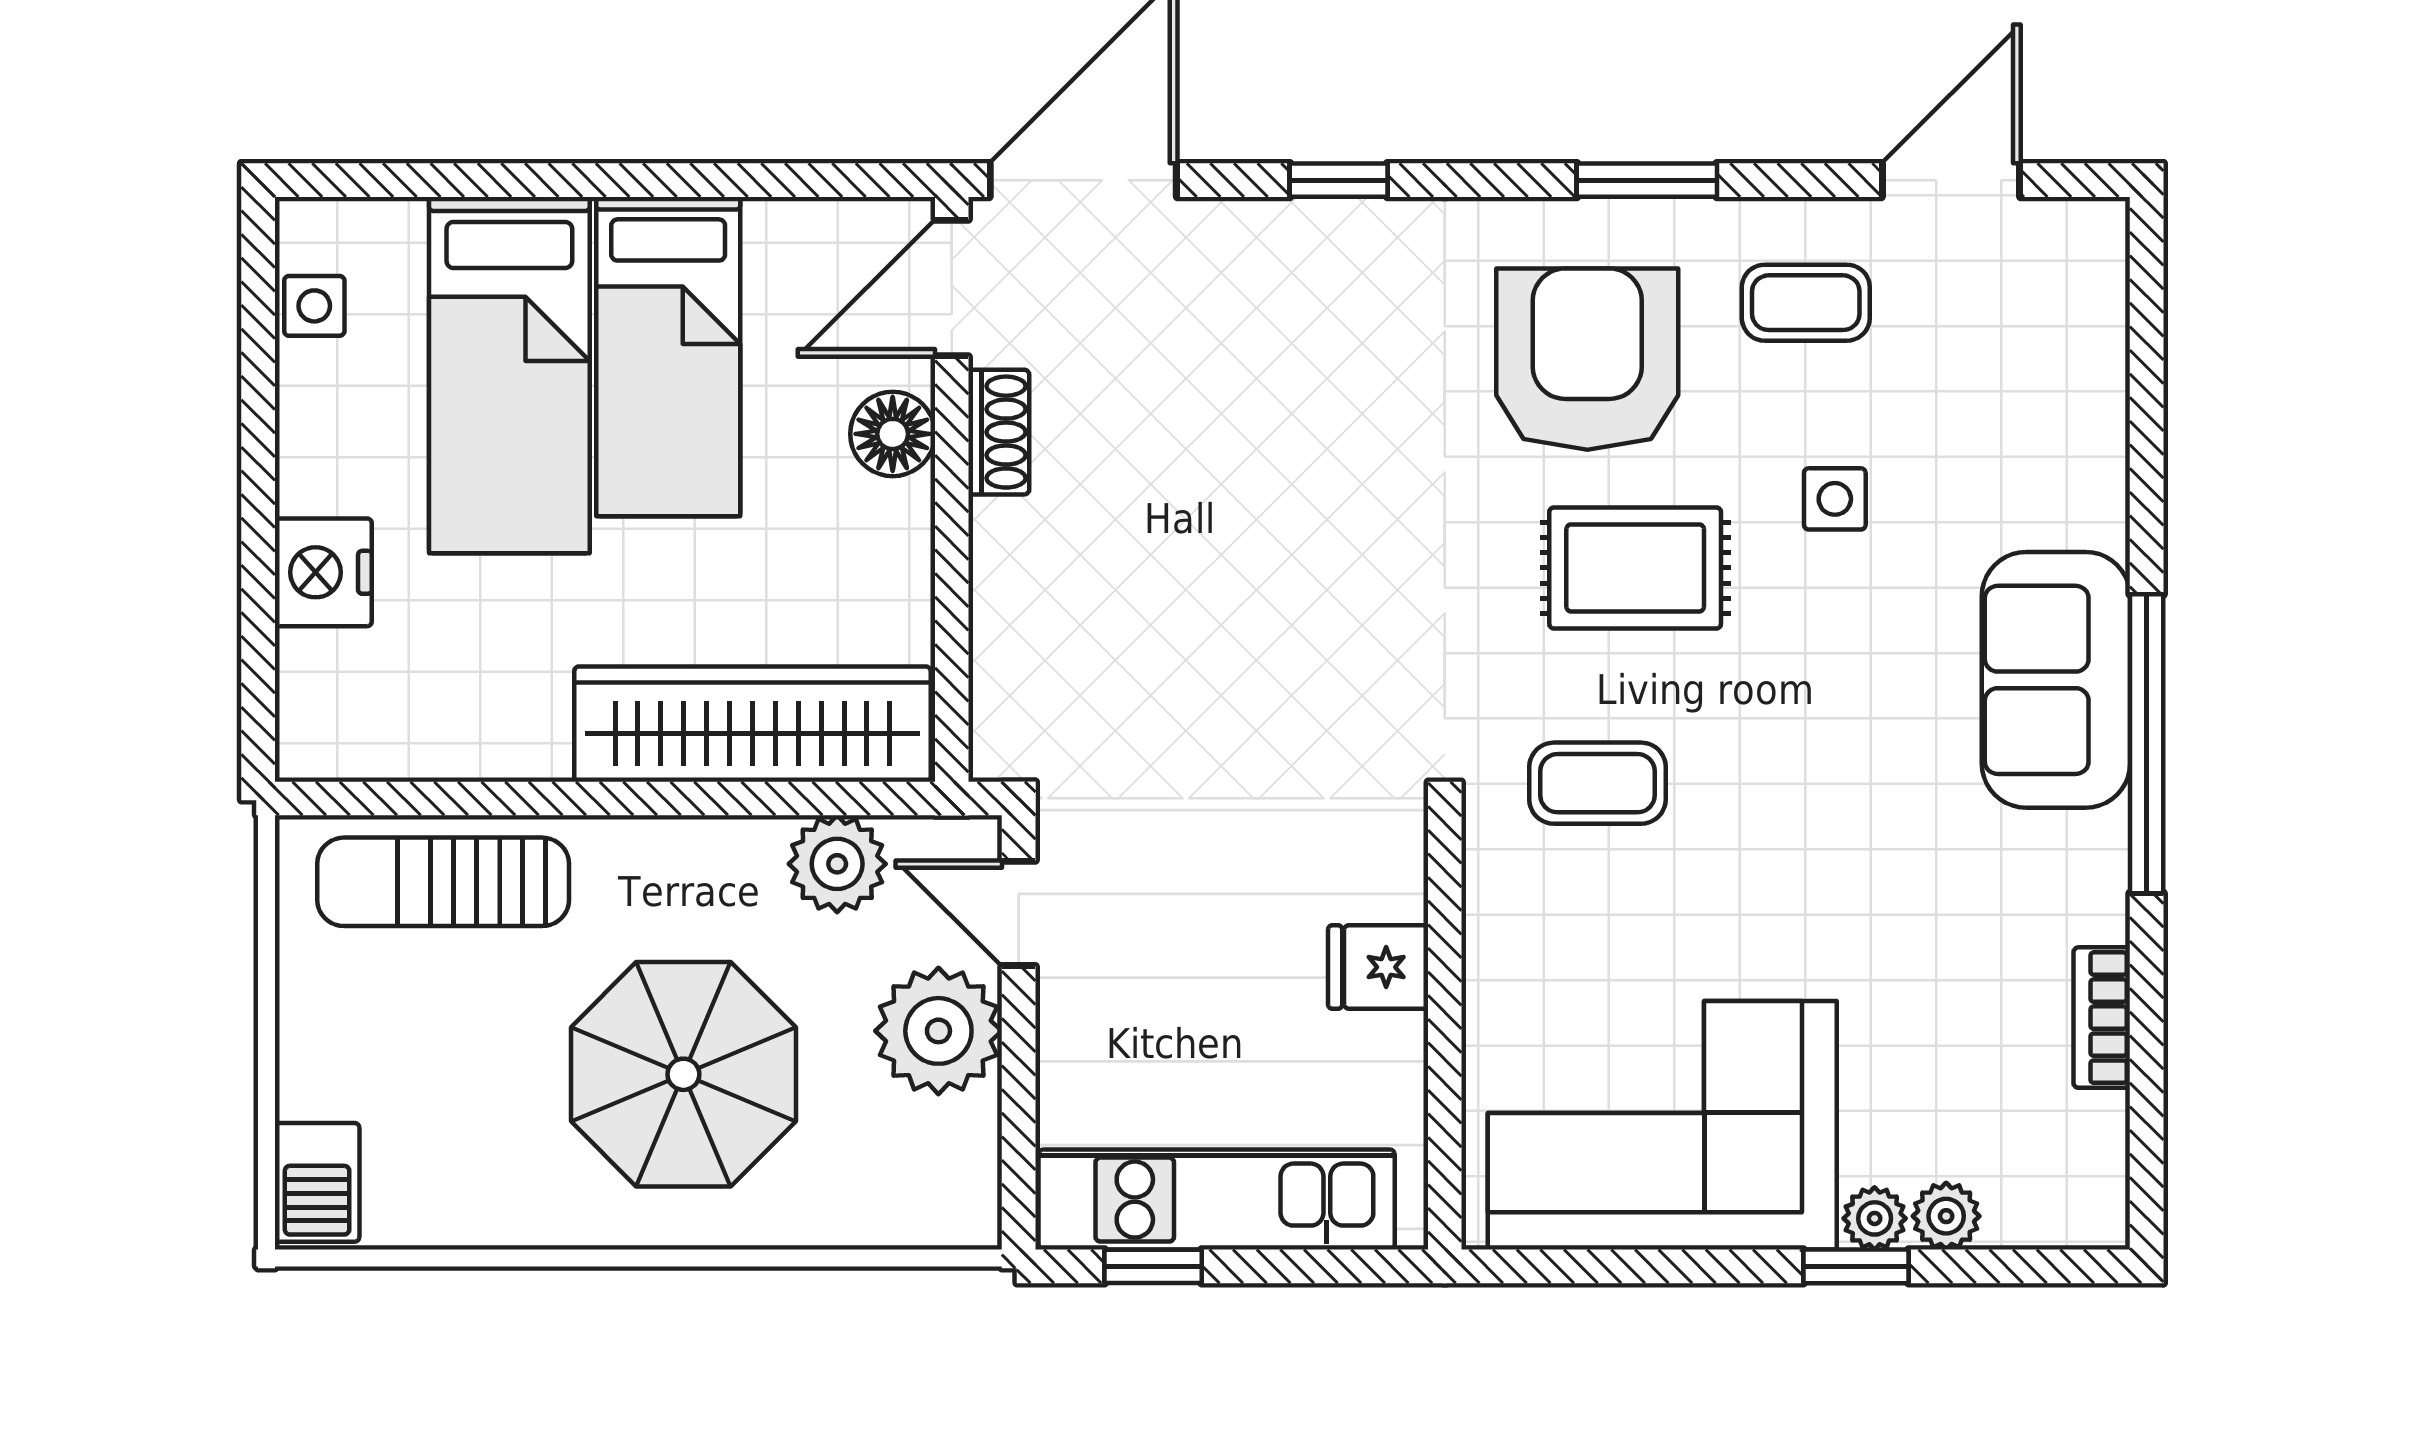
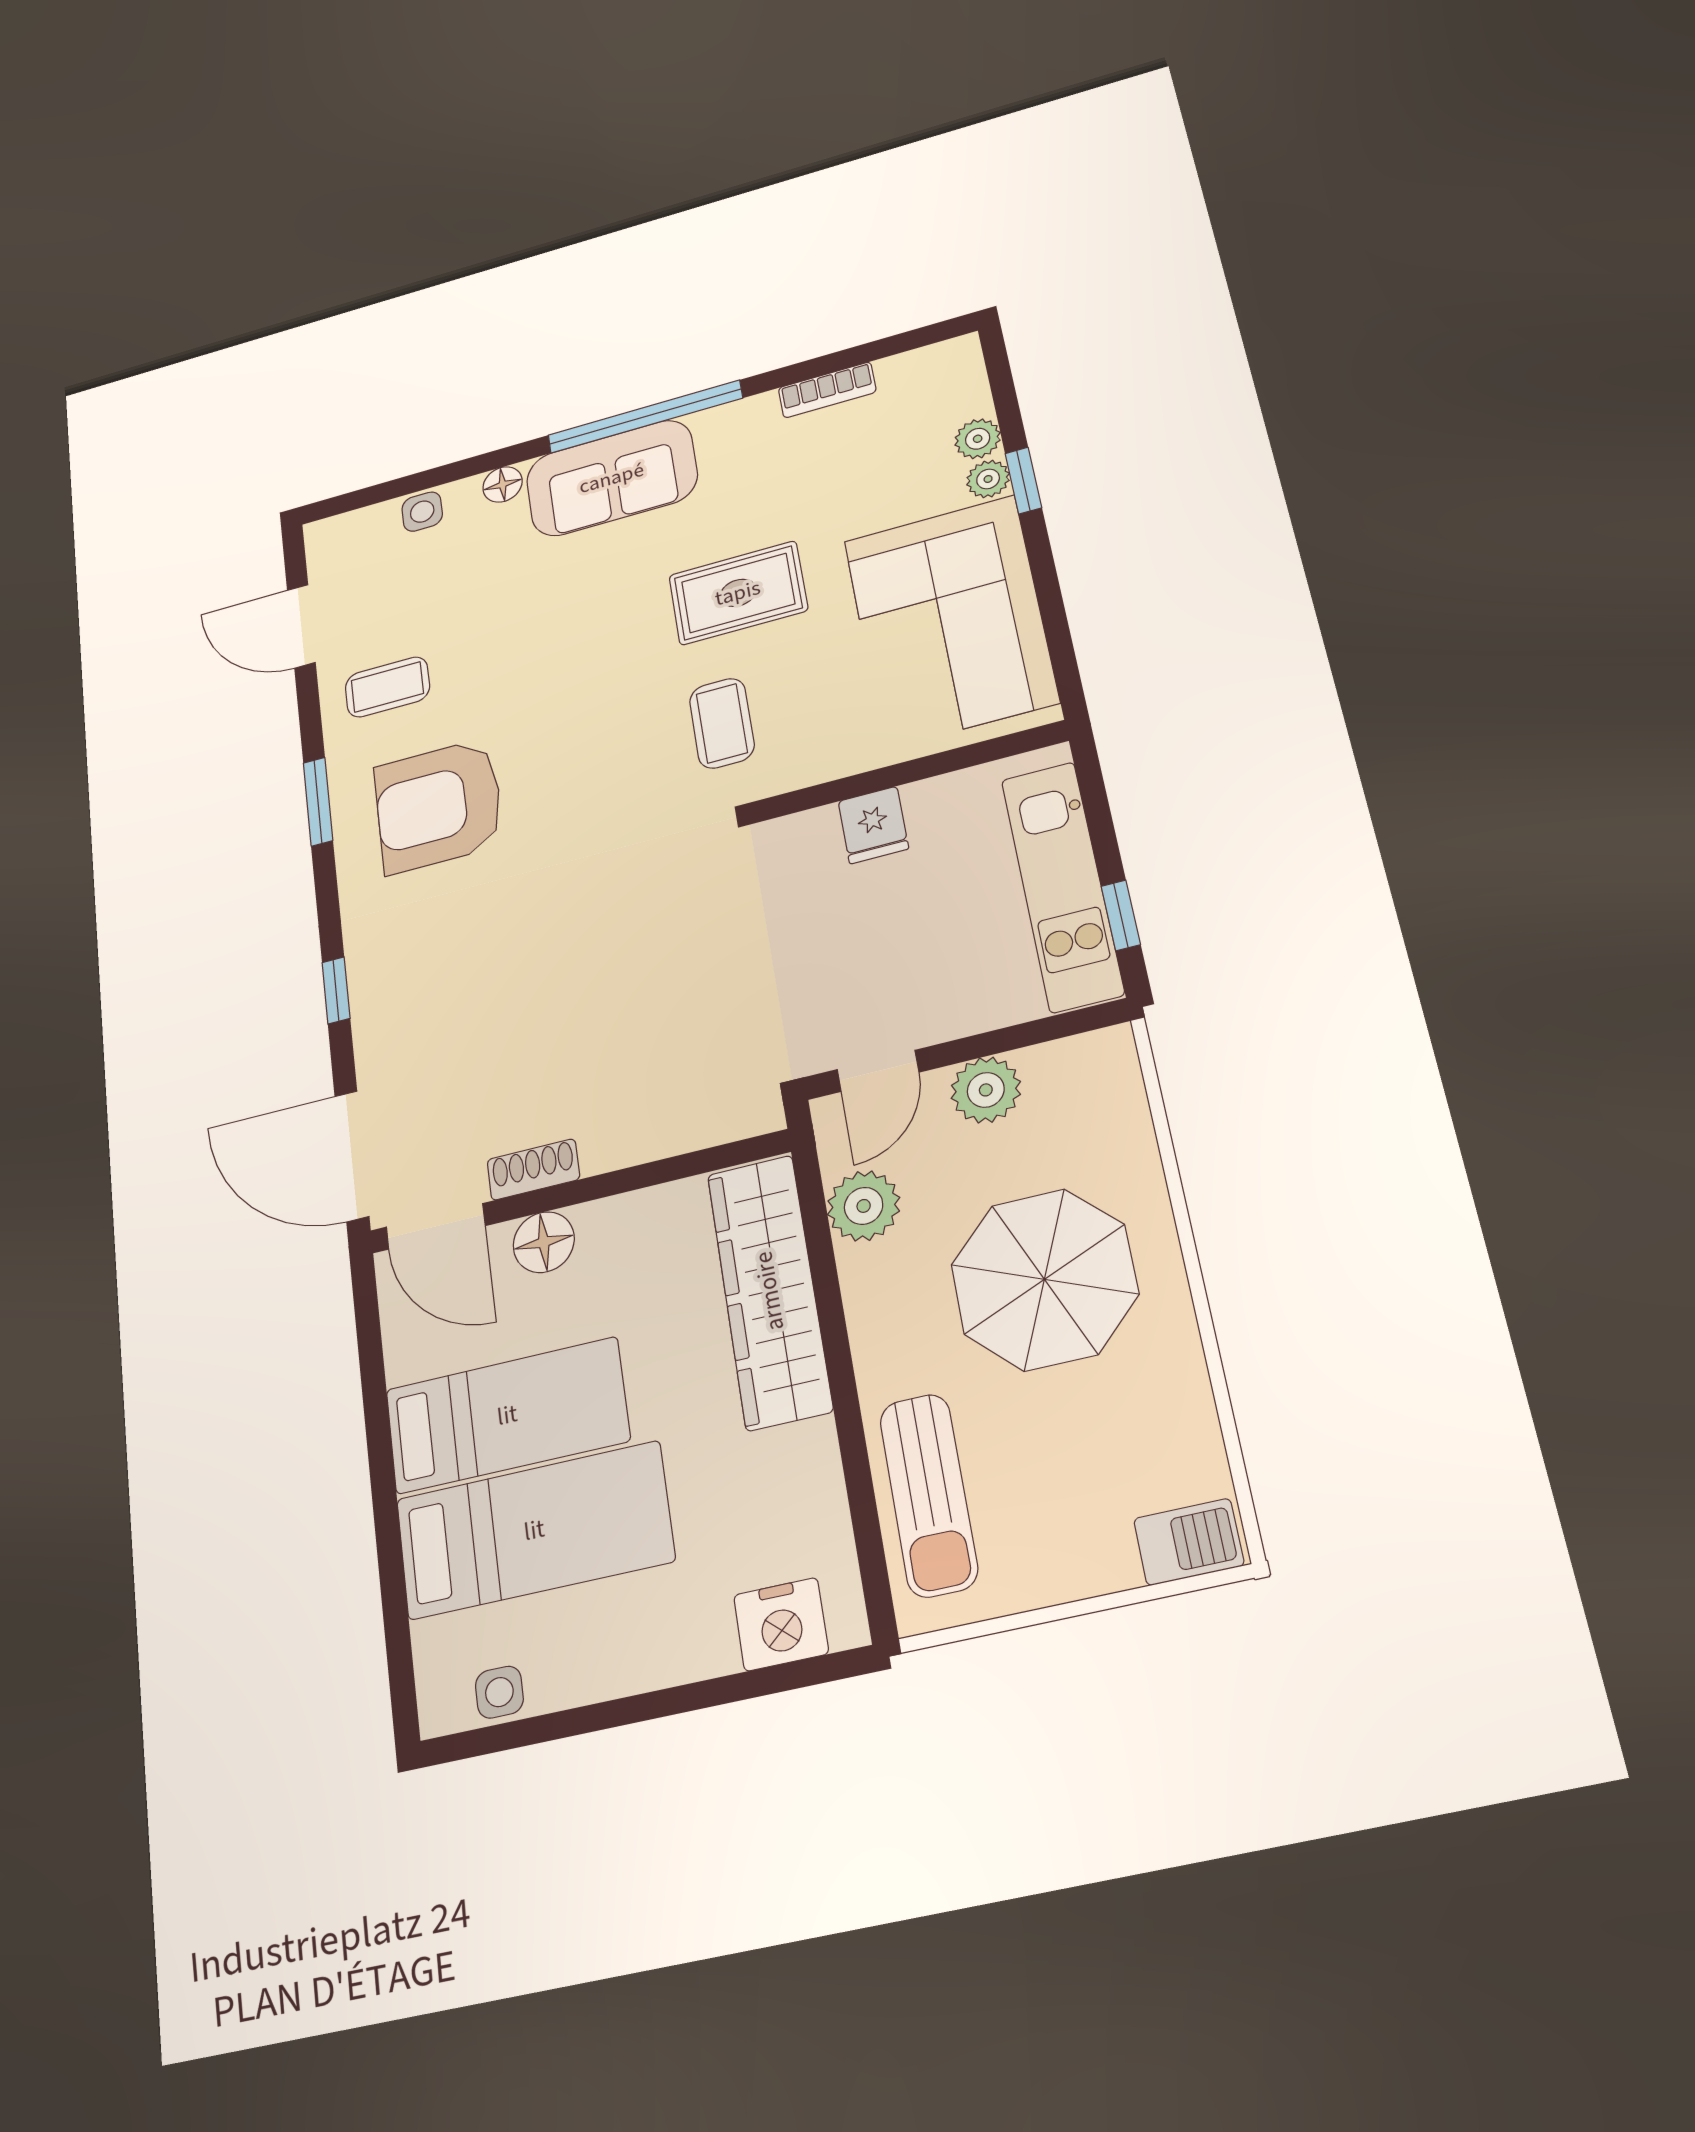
coffee table: (1806, 303) -> (387, 687), turned 90
side table: (1835, 499) -> (422, 512), moved
floor lamp: (2099, 514) -> (503, 484), added
rug: (1635, 568) -> (738, 593), moved, turned 90
nightstand: (323, 572) -> (781, 1624), moved
plant: (938, 1031) -> (986, 1090), width x0.73, depth x0.73

